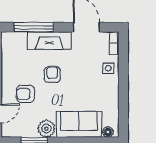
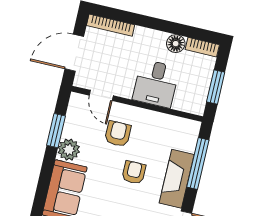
armchair: (52, 75) -> (134, 172), turned -90

